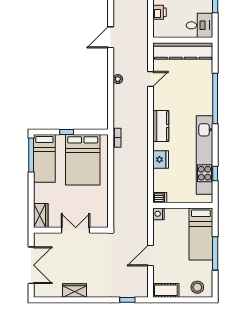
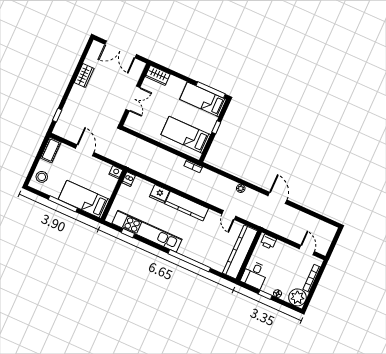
printer: (160, 12) -> (268, 242), moved
kitchen counter: (161, 126) -> (187, 206), width x1.50
bed: (83, 160) -> (186, 135), width x0.67

